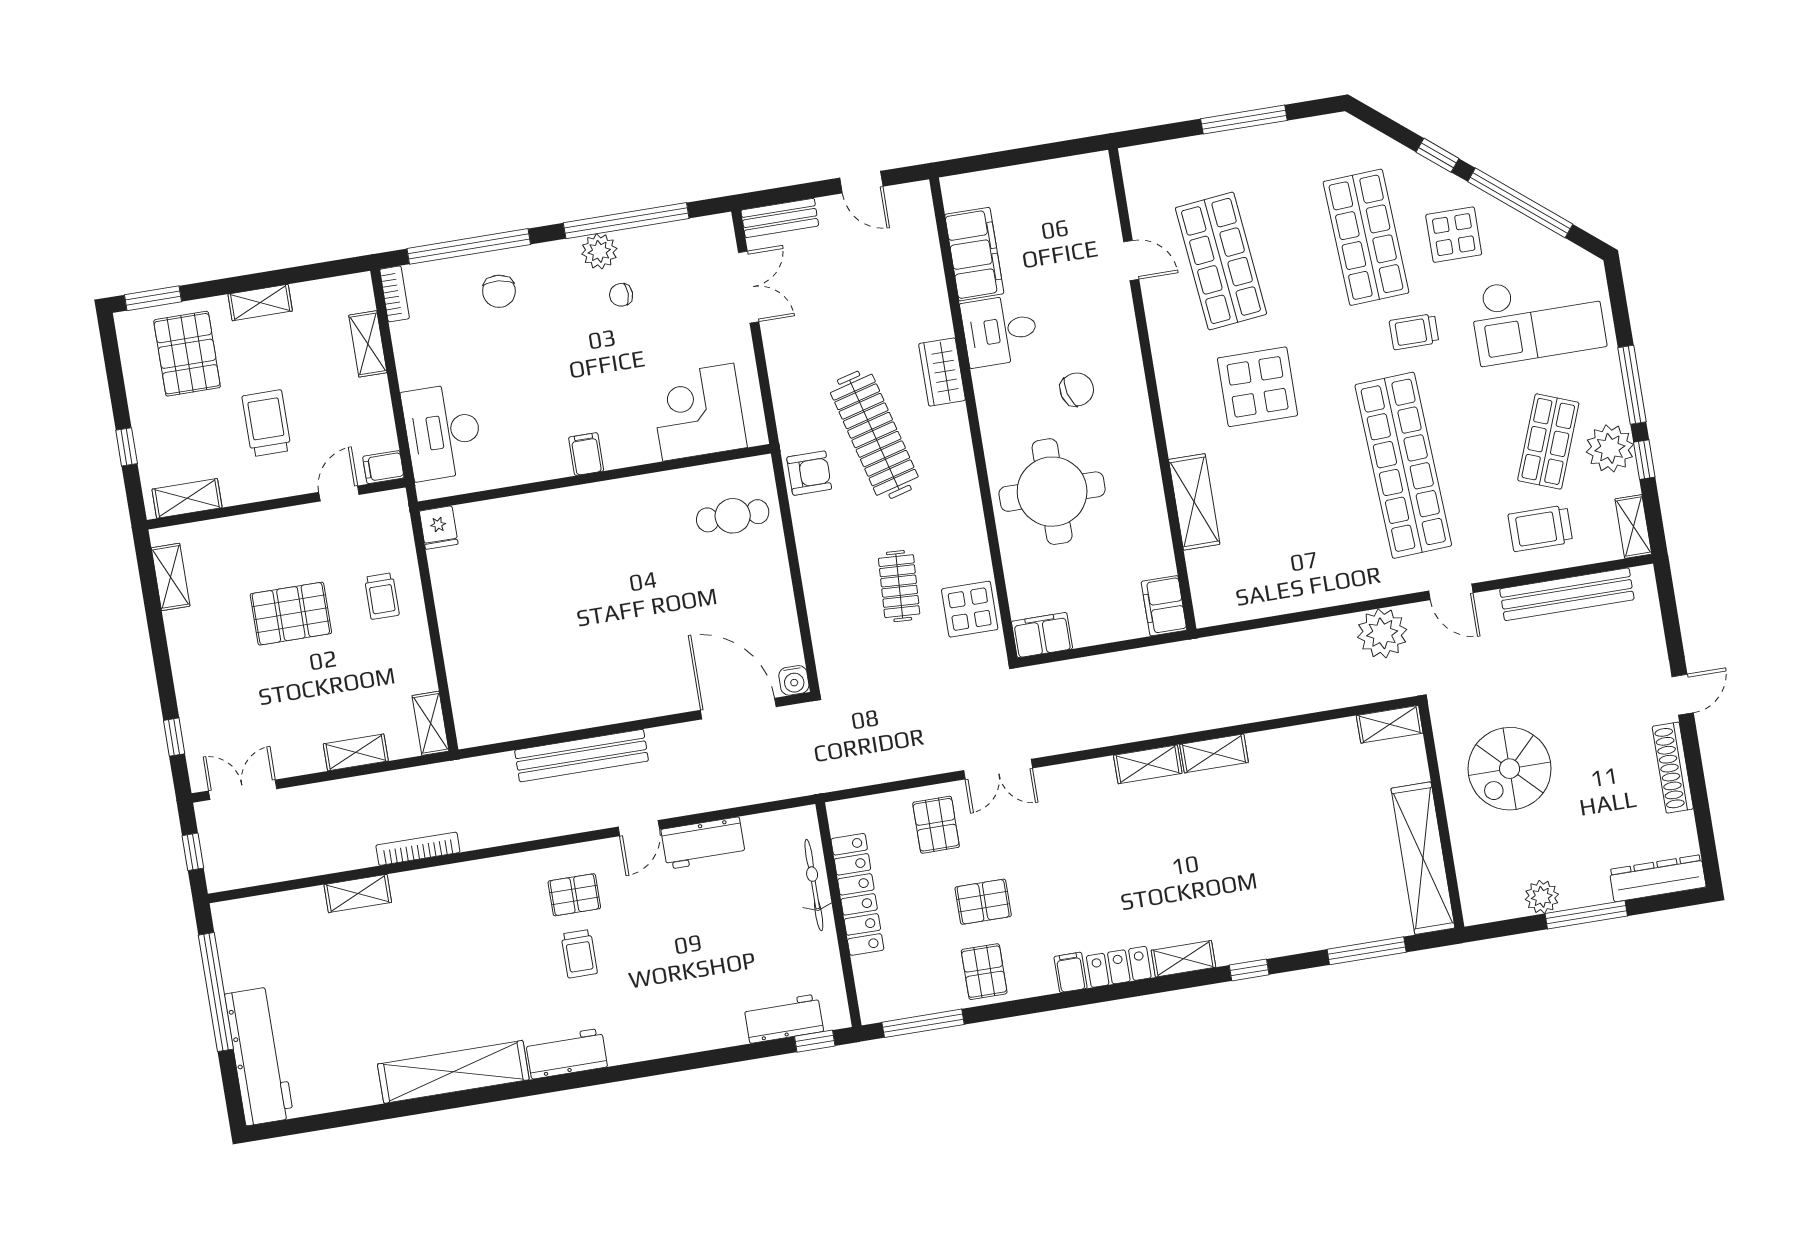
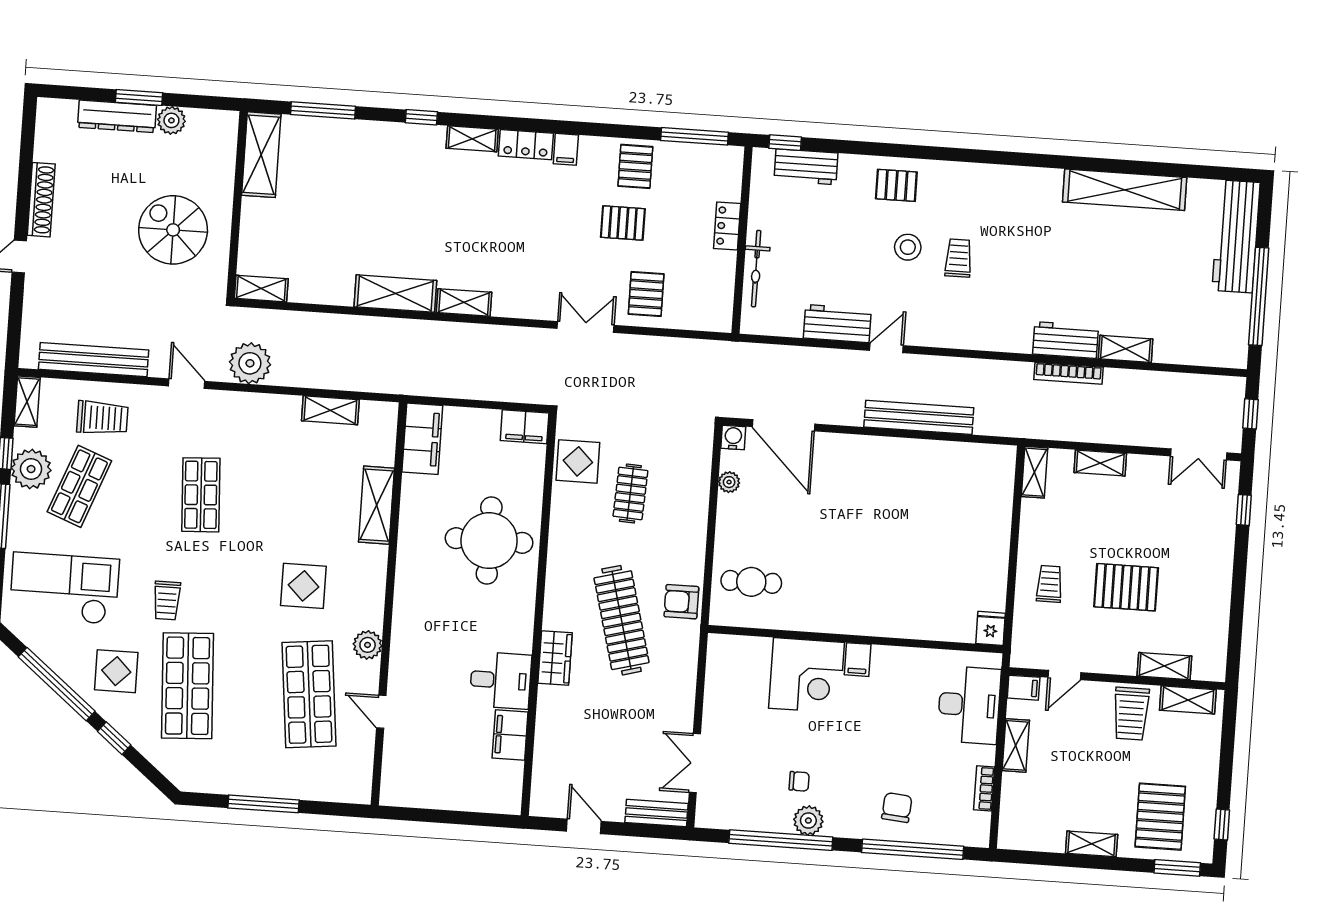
filing cabinet: (974, 254) -> (510, 735), width x0.67, depth x0.86
bookcase: (395, 294) -> (984, 788), moved
trolley: (1414, 332) -> (167, 600), turned 90
plant: (1166, 335) -> (368, 645), added
shelving: (368, 344) -> (1016, 745), moved
display table: (1258, 387) -> (303, 586), width x0.73, depth x0.73
chair: (1077, 389) -> (450, 618), removed
corner desk: (698, 412) -> (807, 675), moved
trolley: (267, 423) -> (1131, 714), moved
window: (127, 447) -> (1222, 824), moved
shop shelf: (1403, 465) -> (201, 495), width x0.50, depth x0.74
shelving: (171, 577) -> (1164, 666), moved, turned 90
shelving: (1275, 600) -> (330, 410), added
filing cabinet: (1164, 606) -> (422, 439), width x1.50, depth x1.17
plant: (786, 627) -> (729, 482), added
shelving: (1214, 753) -> (395, 294), width x1.50, depth x1.33
spiral stairs: (1510, 769) -> (173, 230), turned -90
shelving: (1423, 858) -> (261, 155), width x0.68
dresser: (1658, 878) -> (117, 116), moved
locker: (857, 894) -> (727, 226), width x0.46, depth x0.83
pallet: (574, 895) -> (896, 185), moved
window: (1586, 915) -> (139, 97), width x0.69
stool: (642, 952) -> (908, 247), added
workbench: (566, 1054) -> (1066, 340), moved, turned 180
shelving: (453, 1072) -> (1125, 190), moved

